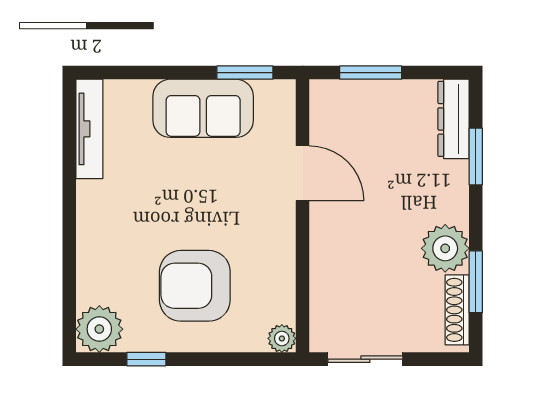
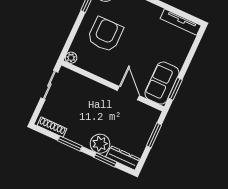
sofa: (203, 108) -> (162, 83), moved
door: (302, 173) -> (128, 93), swing flipped
plant: (445, 248) -> (100, 144), moved
window: (476, 282) -> (70, 143), moved

